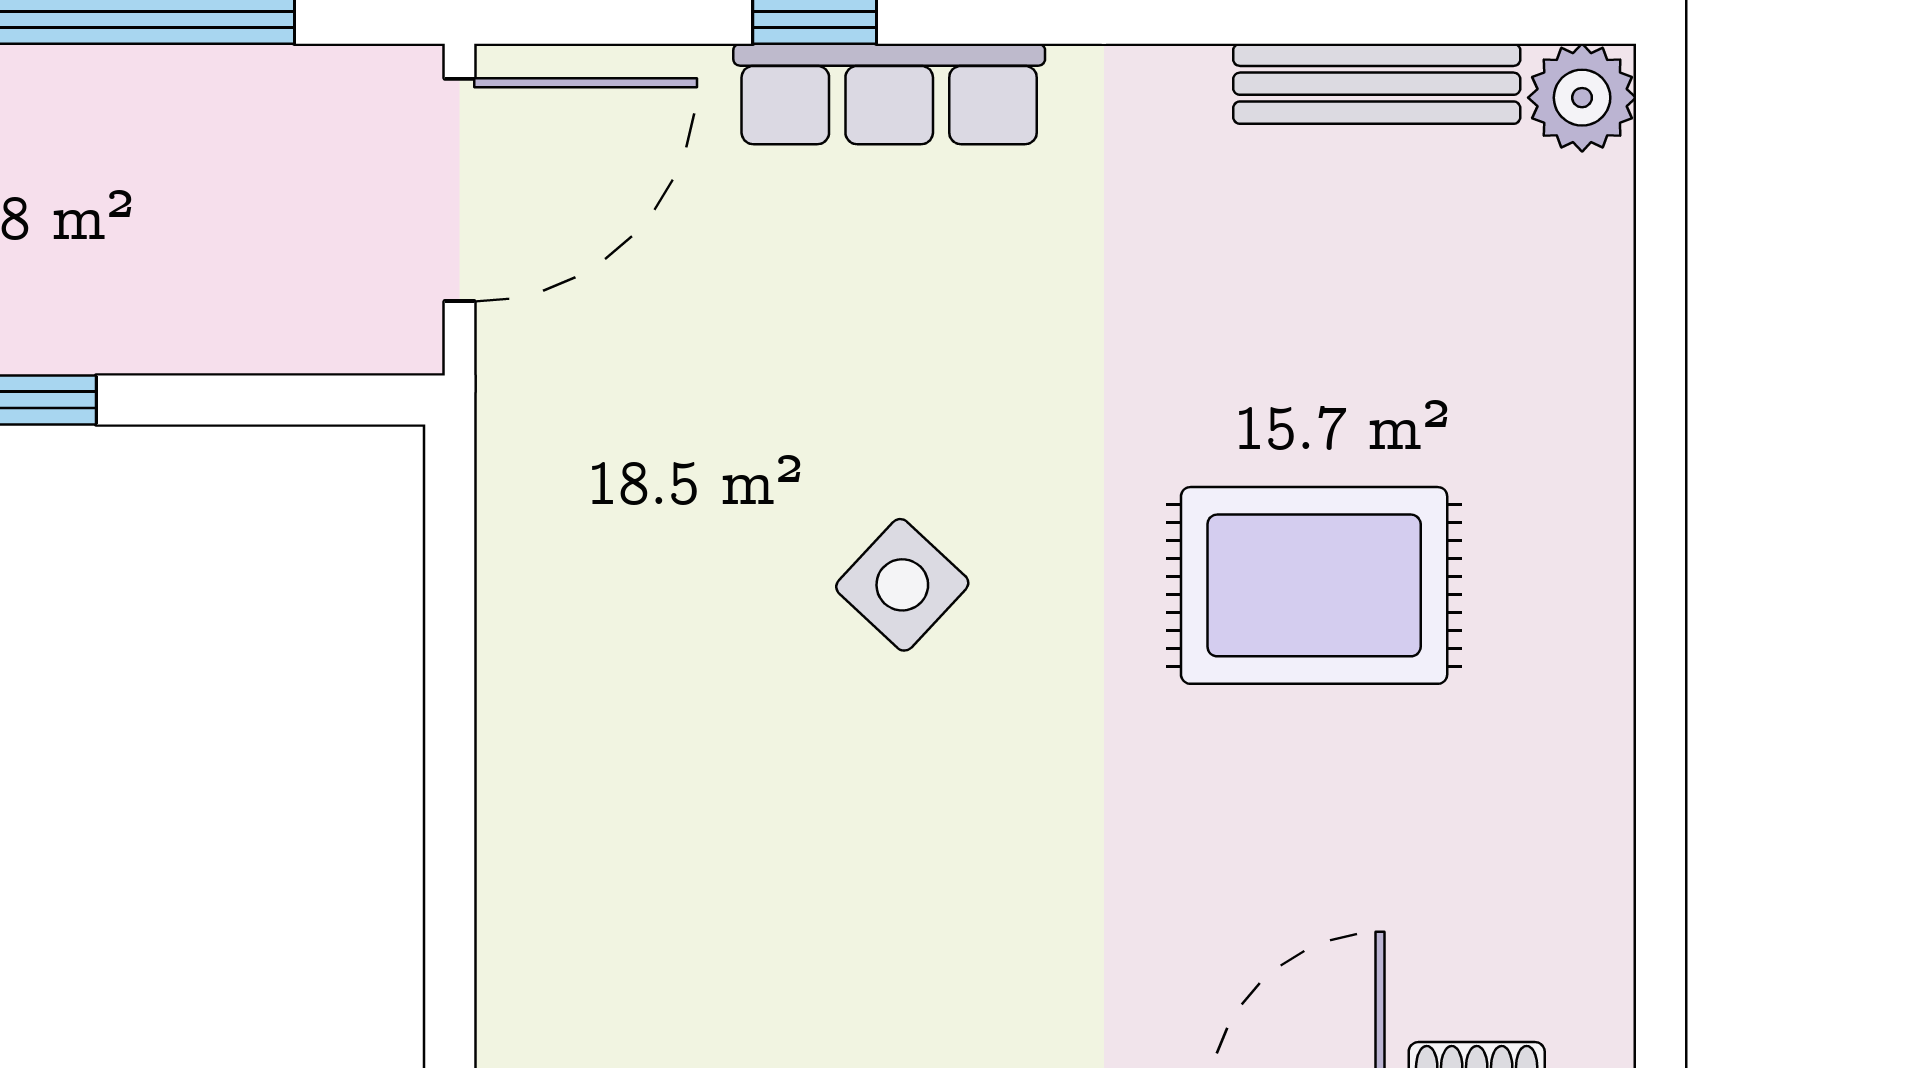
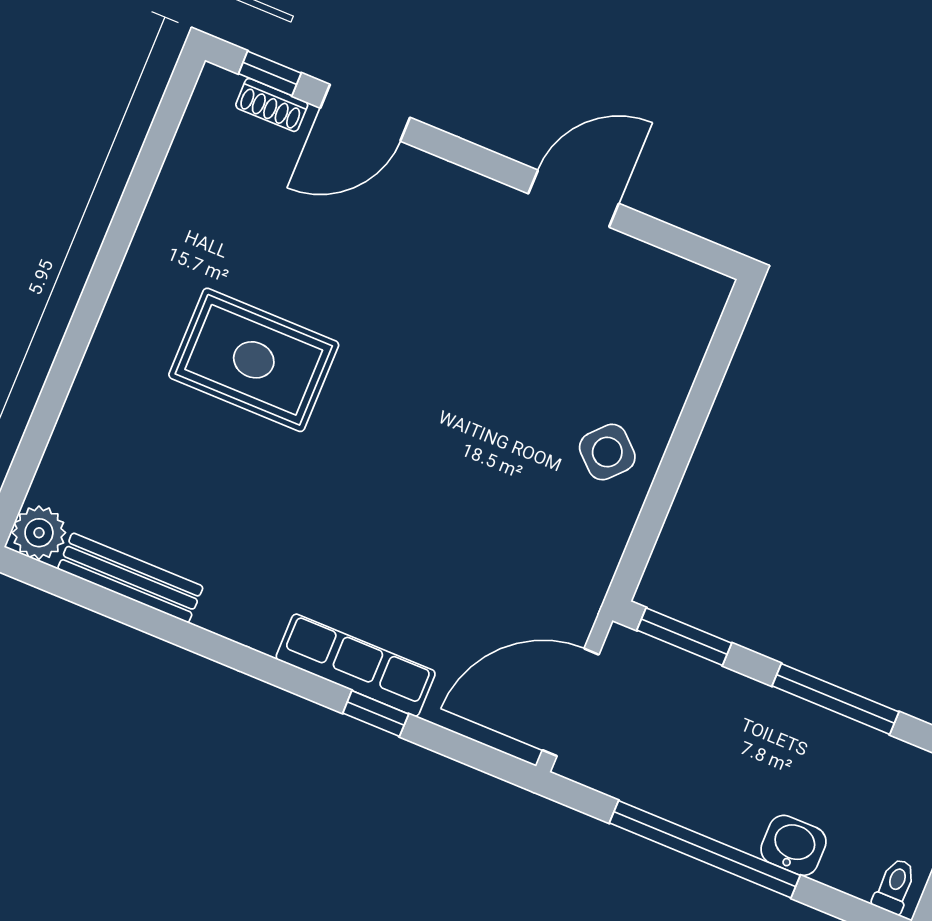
window: (298, 400) -> (684, 637), added
side table: (902, 585) -> (607, 452), moved

